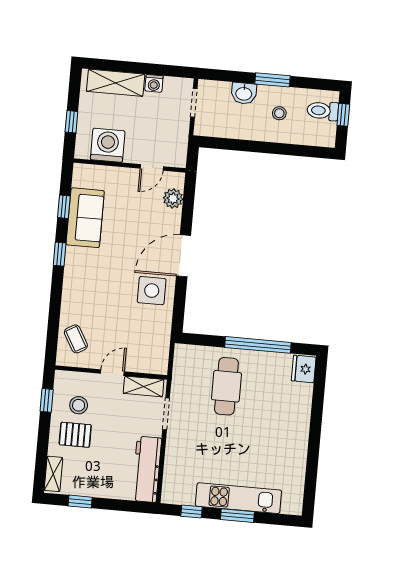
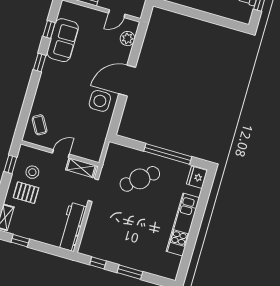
cafe table: (226, 386) -> (140, 179), turned 51
kitchen unit: (238, 498) -> (183, 225), moved, turned -90

